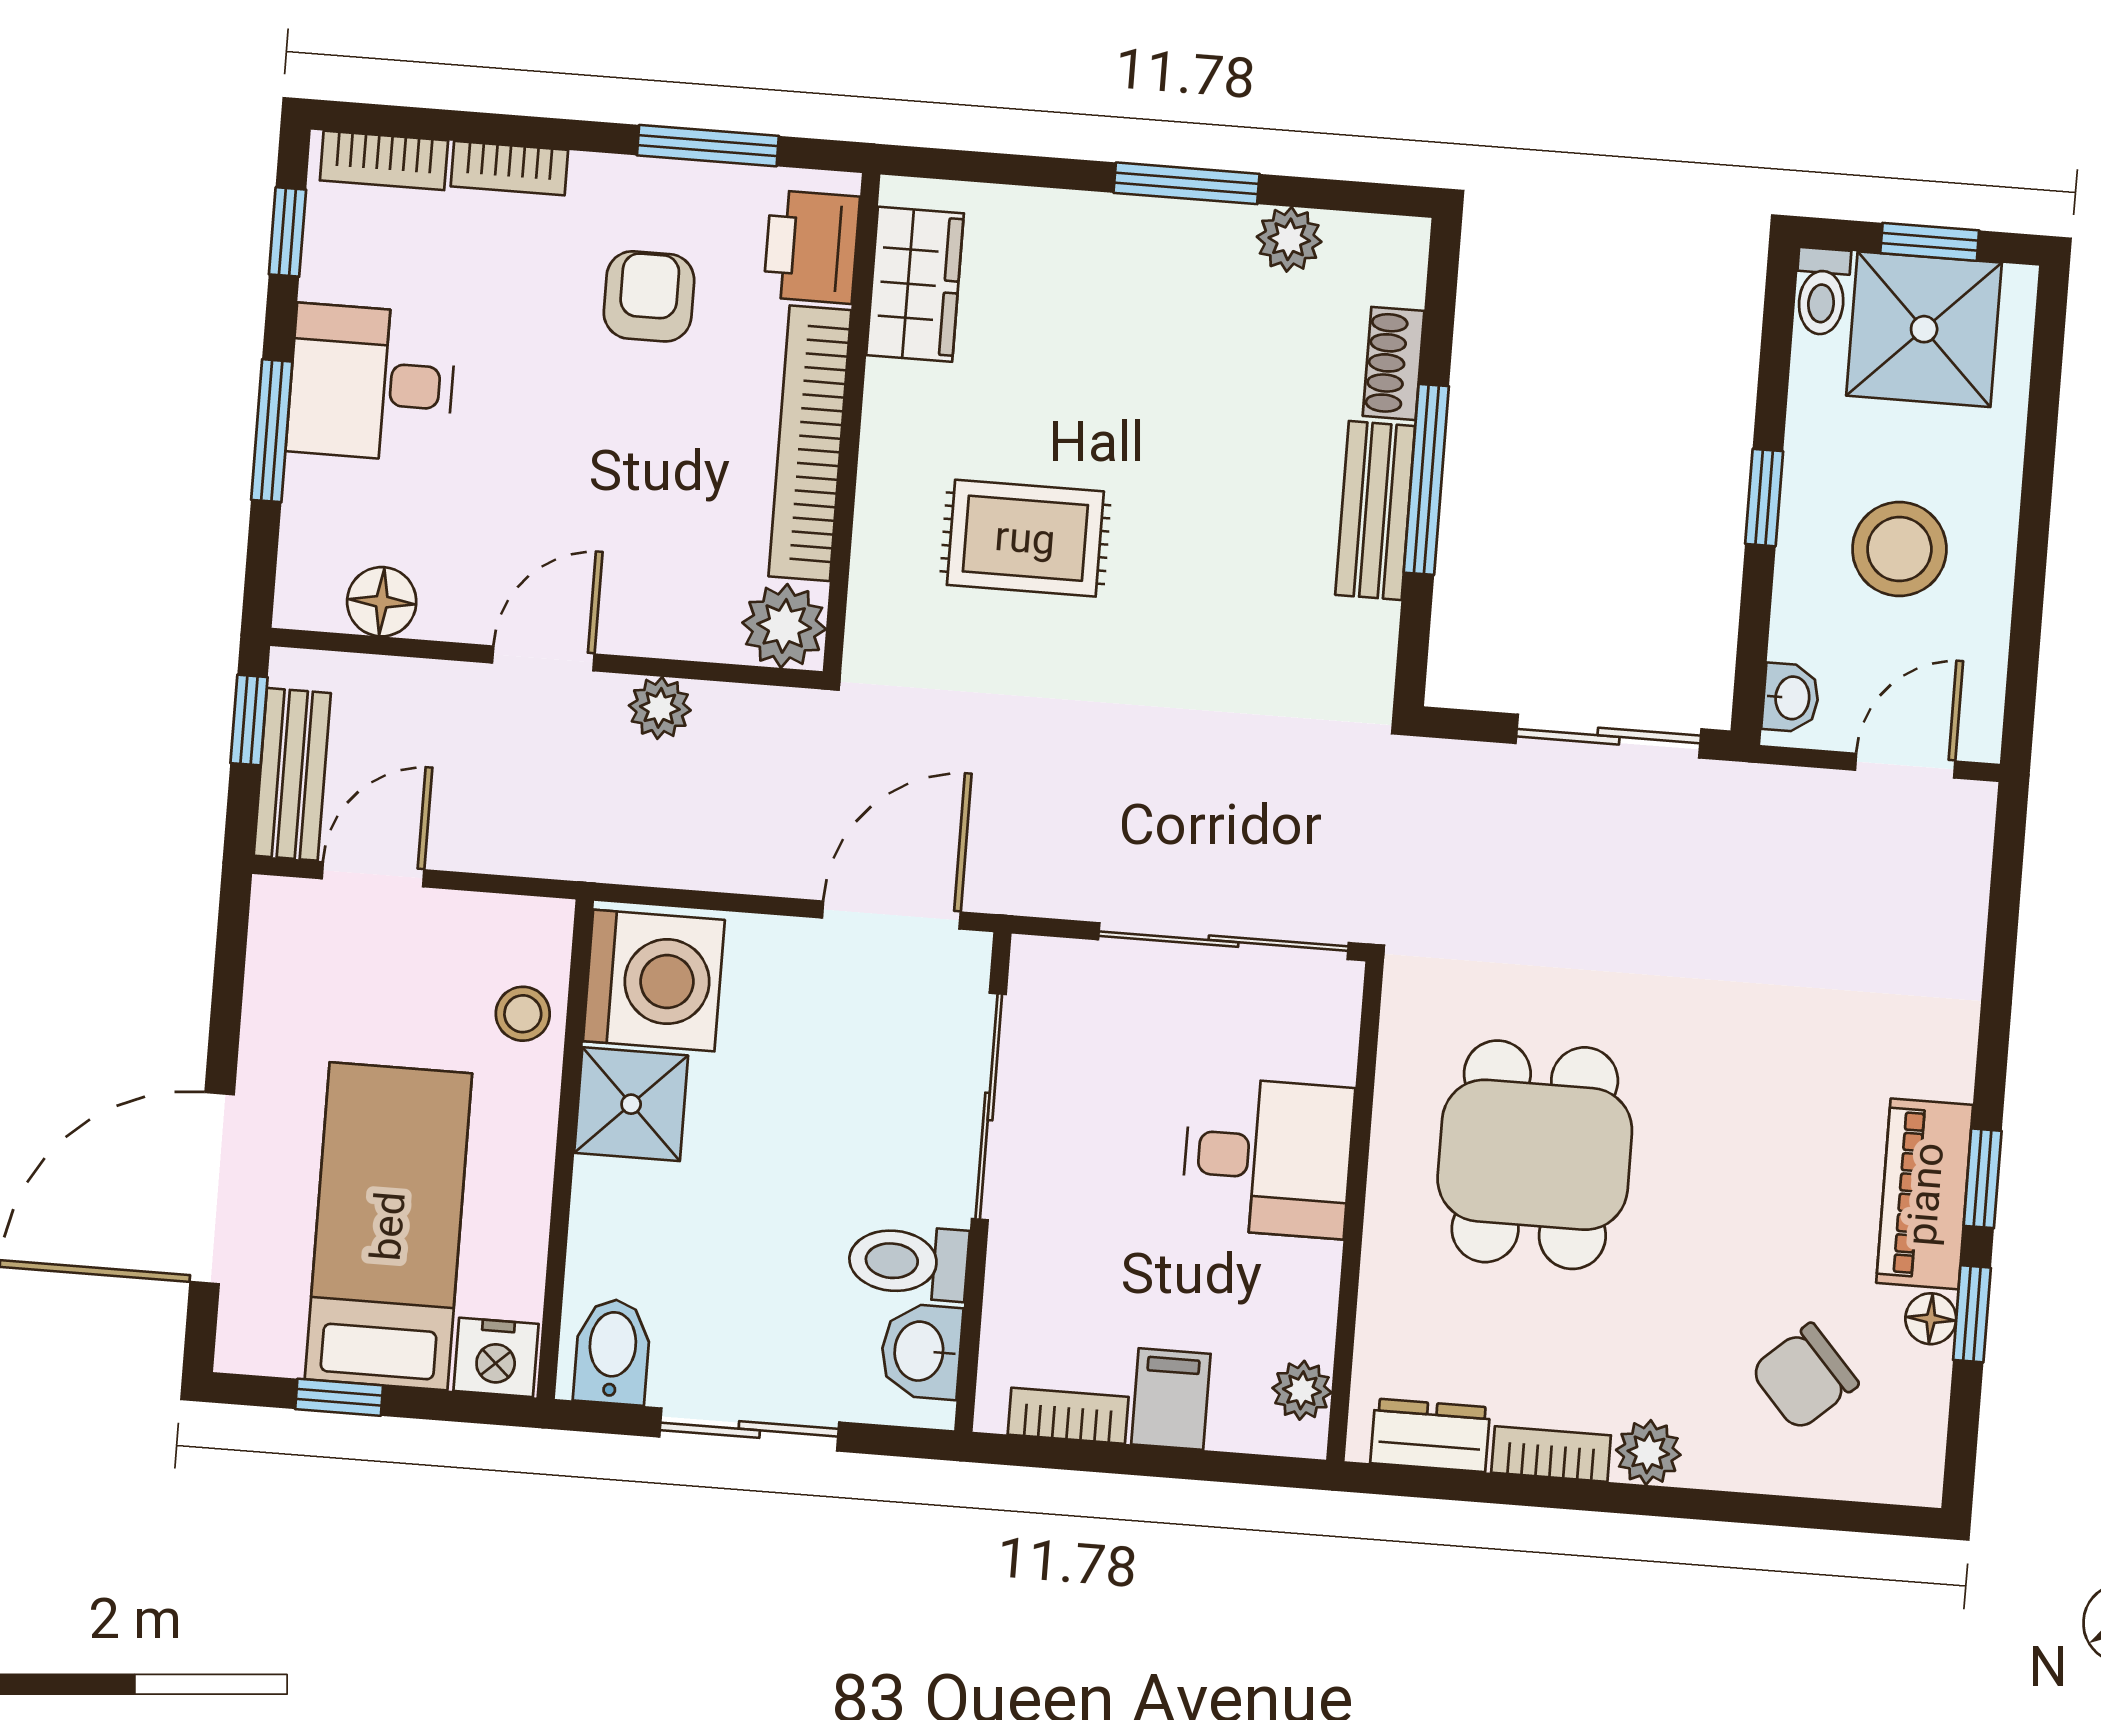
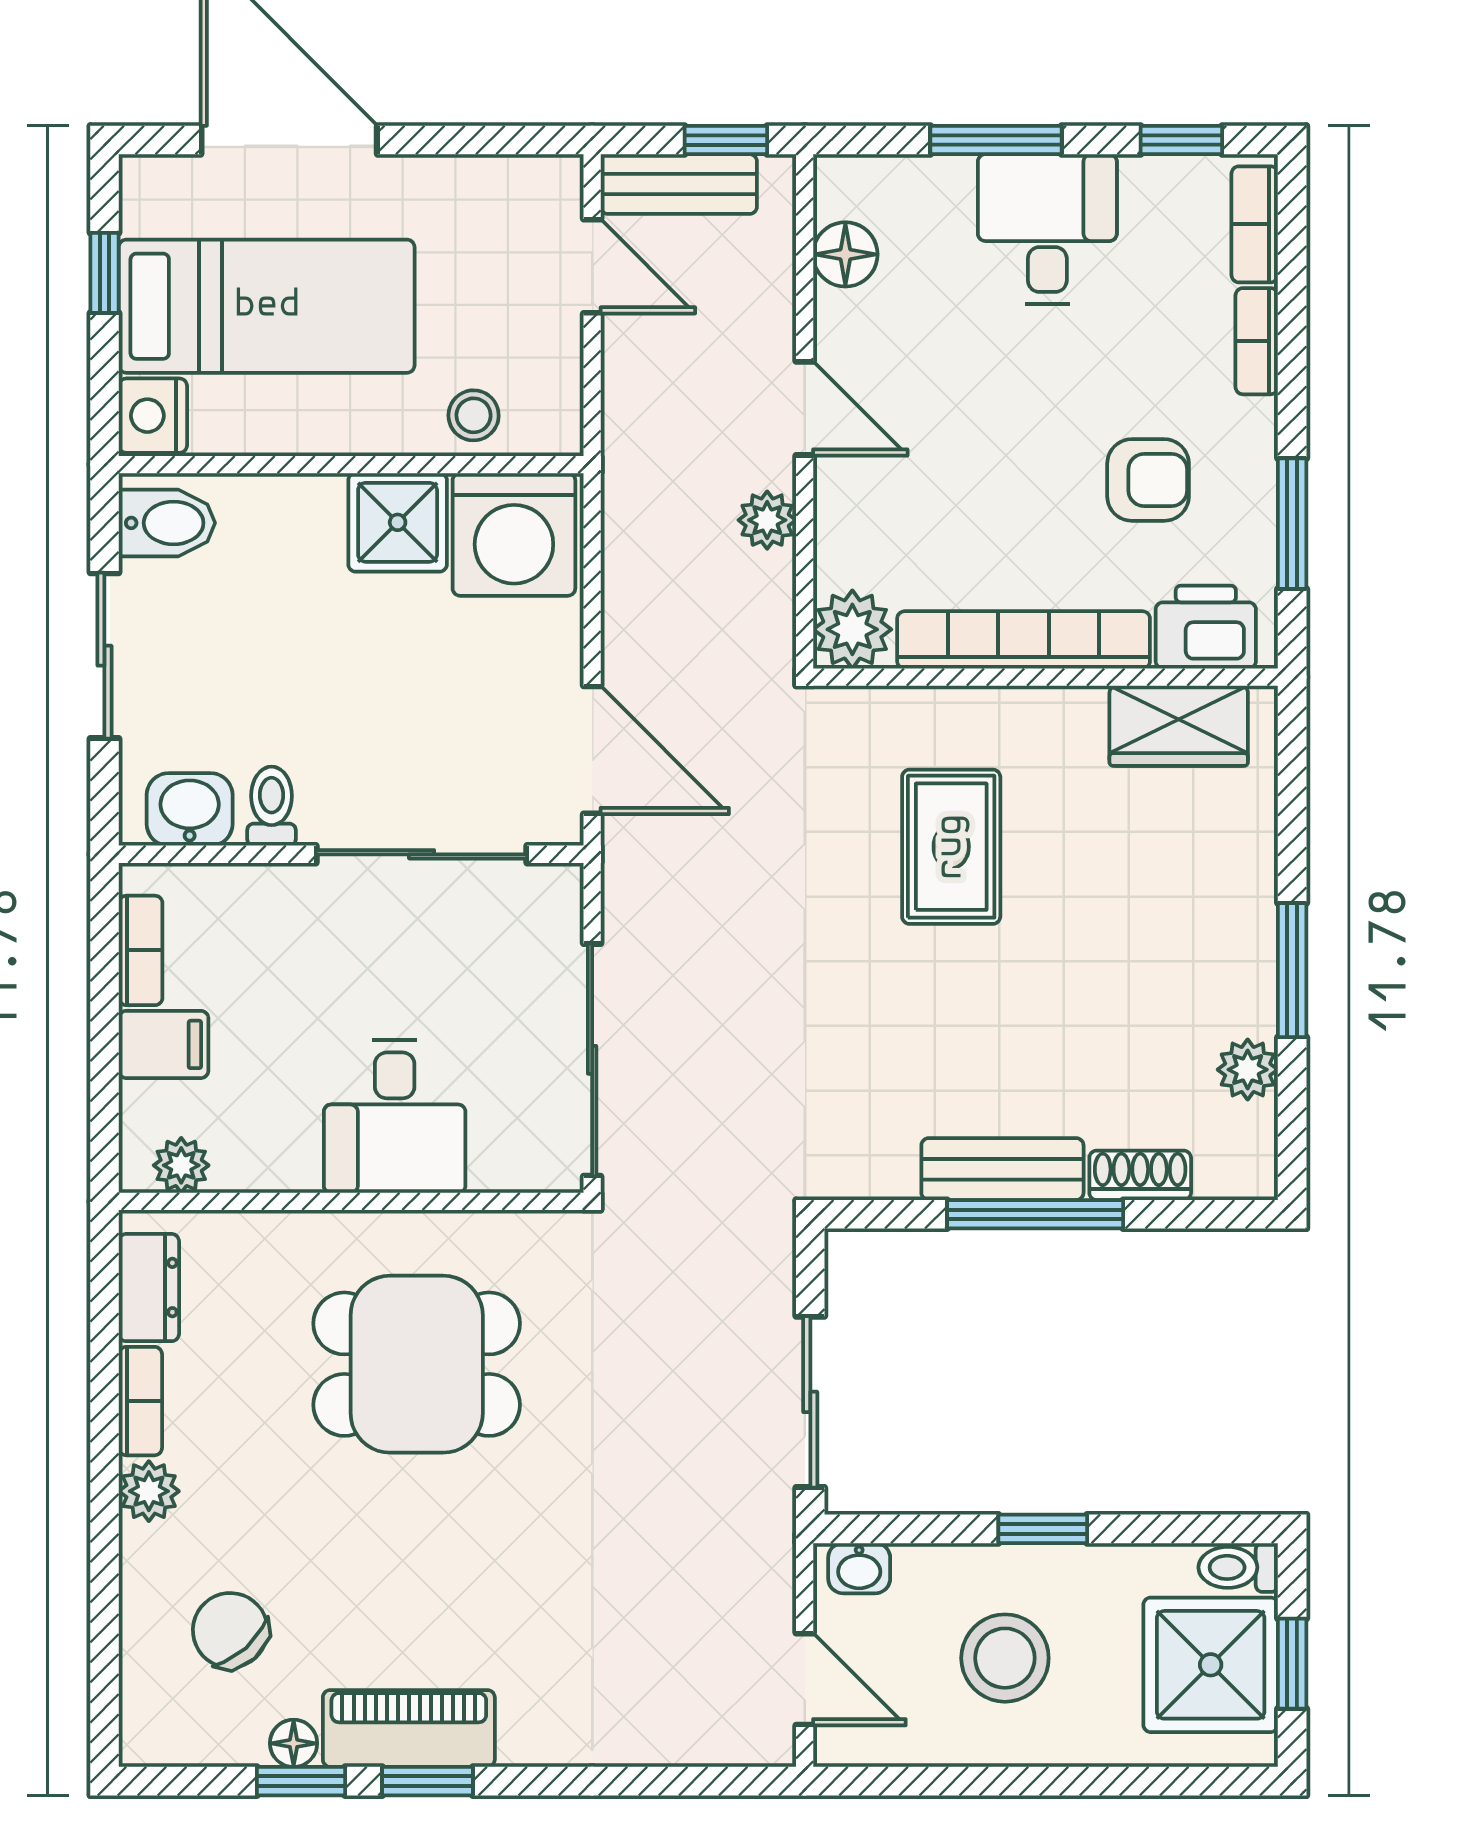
toilet: (908, 1262) -> (272, 806), width x0.73, depth x0.72

